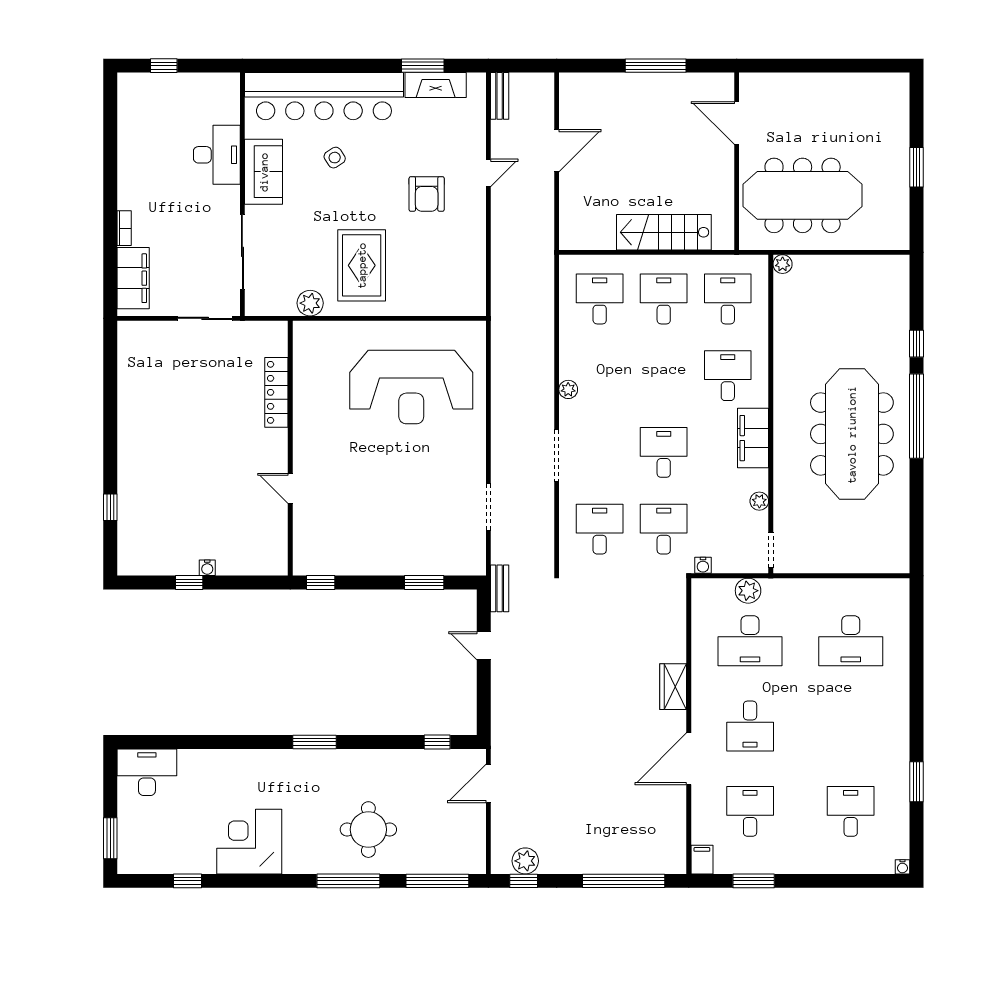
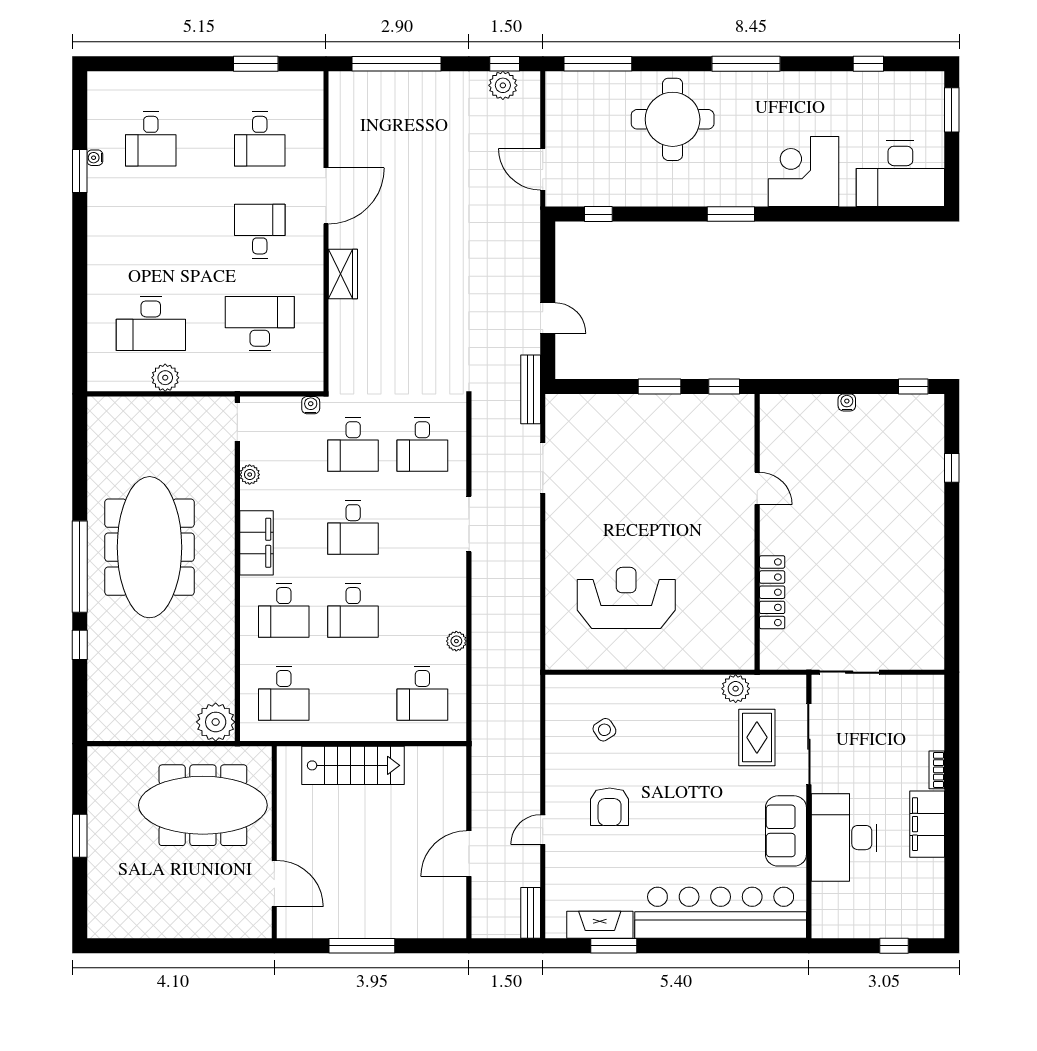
desk: (217, 155) -> (844, 838), width x1.36, depth x1.30
side table: (335, 158) -> (604, 730), moved
armchair: (427, 194) -> (610, 807), turned 180
plant: (783, 264) -> (216, 722), width x1.88, depth x1.88
rug: (362, 265) -> (757, 737), moved, width x0.73, depth x0.70
filing cabinet: (133, 278) -> (927, 824), moved
desk: (664, 299) -> (353, 610), moved
reception desk: (411, 387) -> (626, 598), width x0.74, depth x0.77
plant: (568, 389) -> (456, 641), moved
window: (189, 583) -> (913, 386), moved
window: (424, 583) -> (660, 386), moved
bench: (500, 588) -> (531, 389), width x1.36
plant: (748, 591) -> (165, 378), moved
desk: (851, 641) -> (151, 324), turned 180
desk: (147, 772) -> (900, 174), width x1.36, depth x1.30
door: (488, 783) -> (543, 169), swing flipped
round table: (368, 830) -> (673, 119), width x1.36, depth x1.36
corner desk: (249, 842) -> (803, 172), moved, turned 180
filing cabinet: (702, 860) -> (312, 87), removed
water cooler: (902, 867) -> (95, 158), moved, turned -90
window: (348, 881) -> (746, 64), moved

